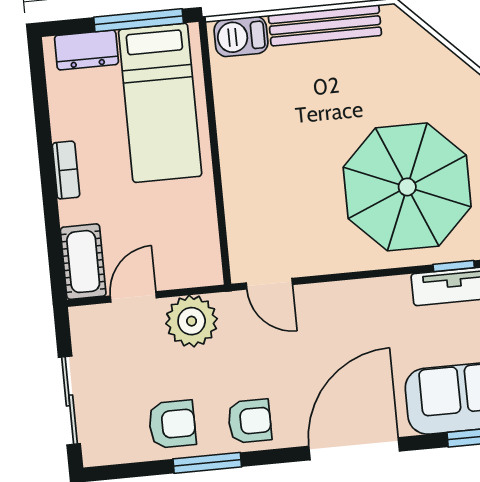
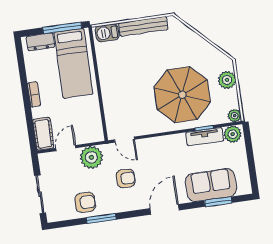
armchair: (250, 421) -> (126, 178), moved
door: (354, 449) -> (165, 209), width x0.73

